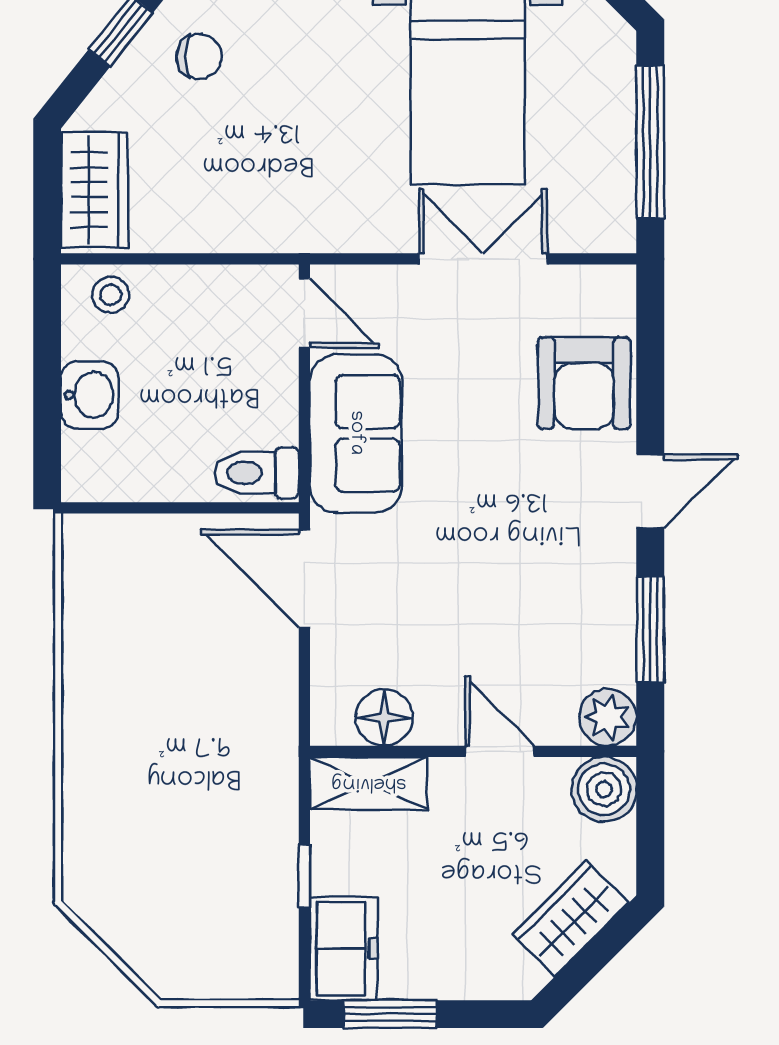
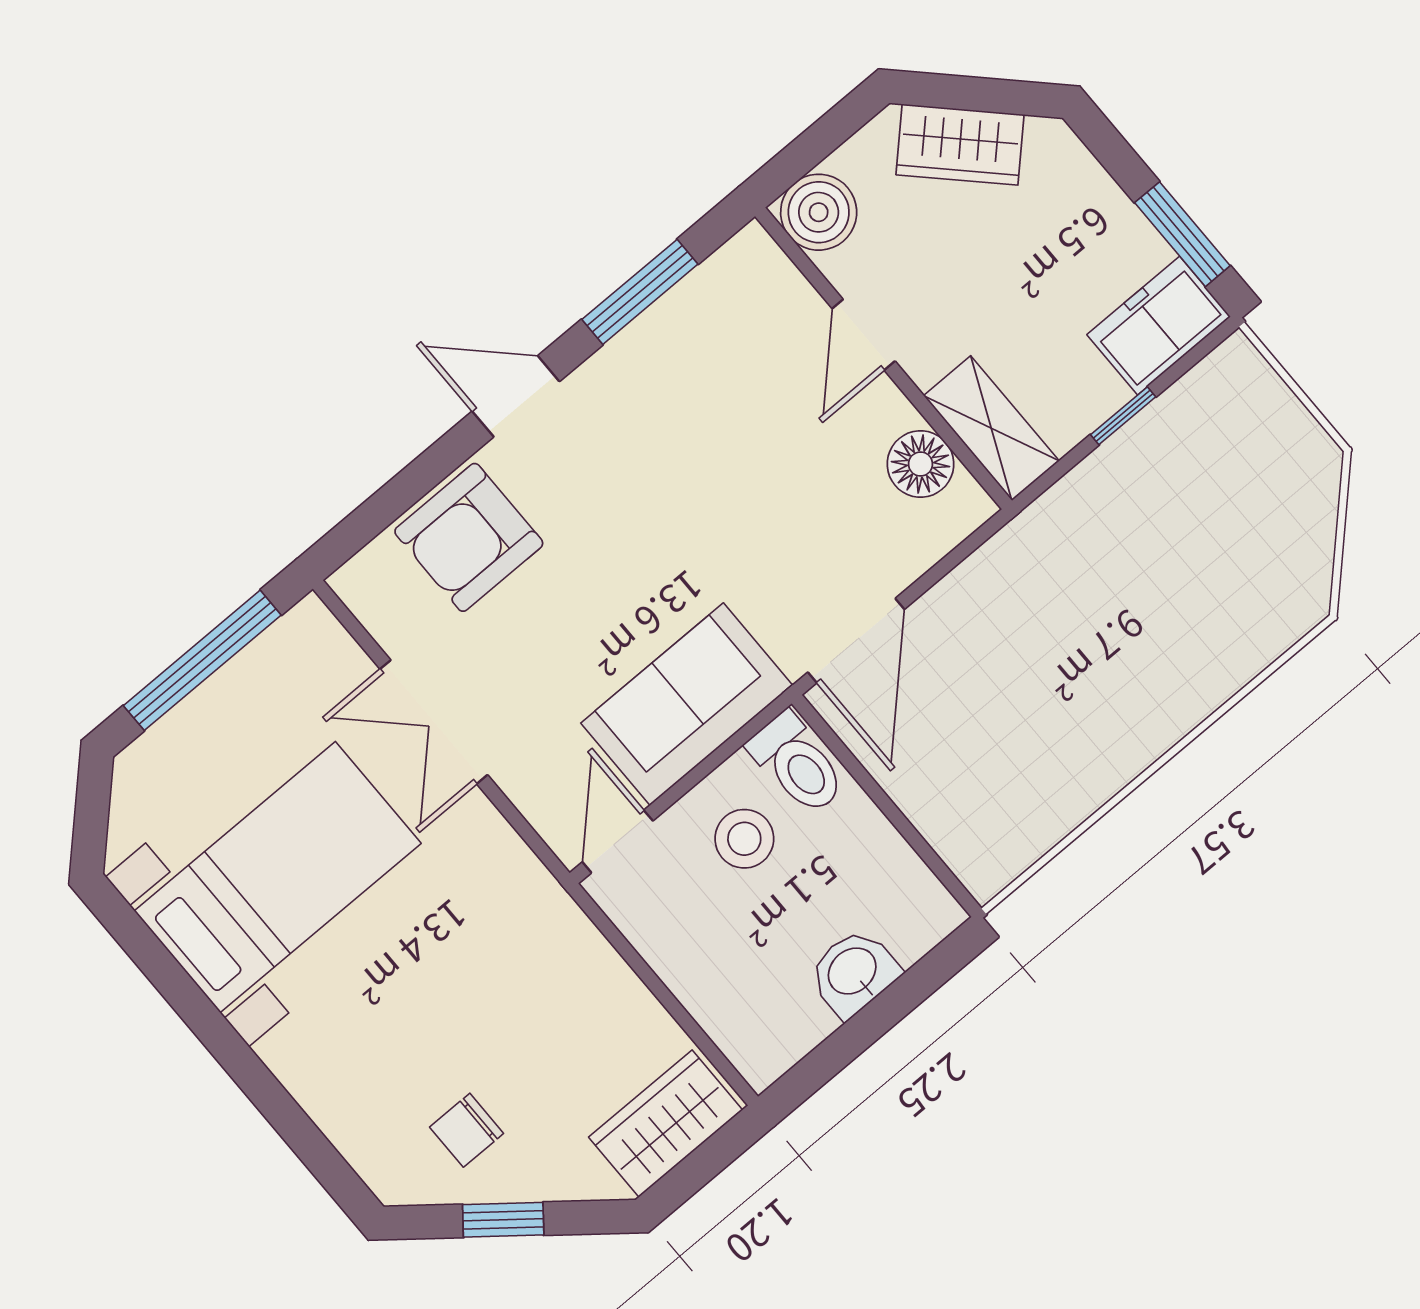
chair: (199, 56) -> (467, 1130), turned -90
stool: (111, 295) -> (744, 839), moved, width x1.37, depth x1.37
armchair: (584, 383) -> (469, 537), turned 180
plant: (608, 717) -> (751, 263), removed

